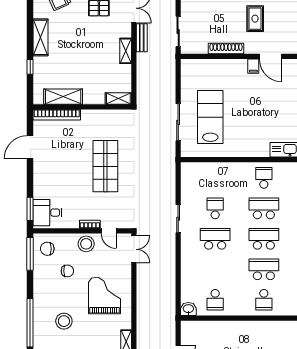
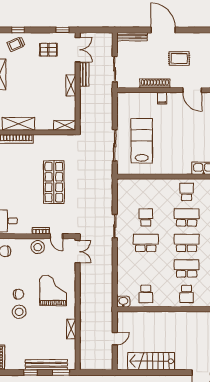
rug: (255, 19) -> (179, 58), turned 90
filing cabinet: (253, 66) -> (162, 98), moved
chair: (67, 271) -> (18, 294), moved

